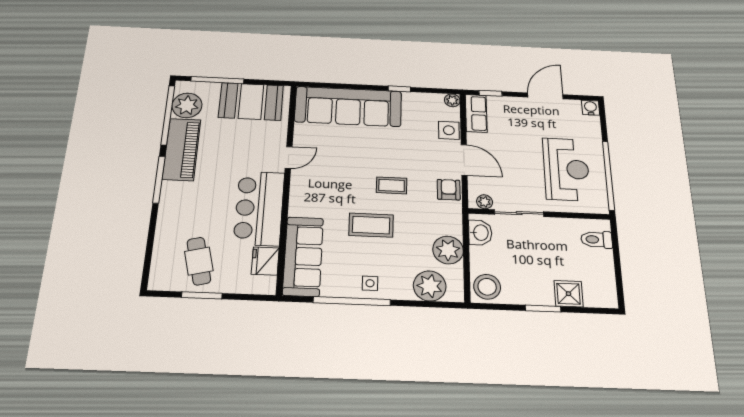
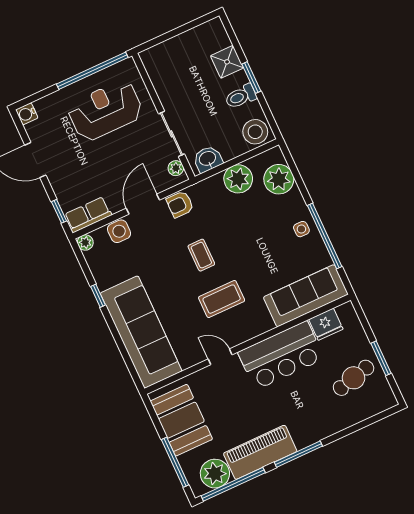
coffee table: (371, 225) -> (222, 299), moved, turned 90
toilet: (597, 240) -> (241, 96), moved, turned 90

